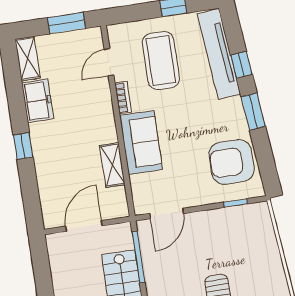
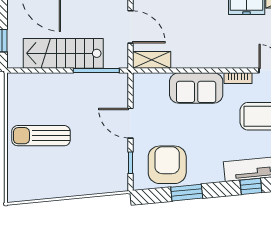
window: (253, 112) -> (187, 193), moved
shelving: (112, 165) -> (152, 60), moved
door: (167, 213) -> (131, 123), moved

